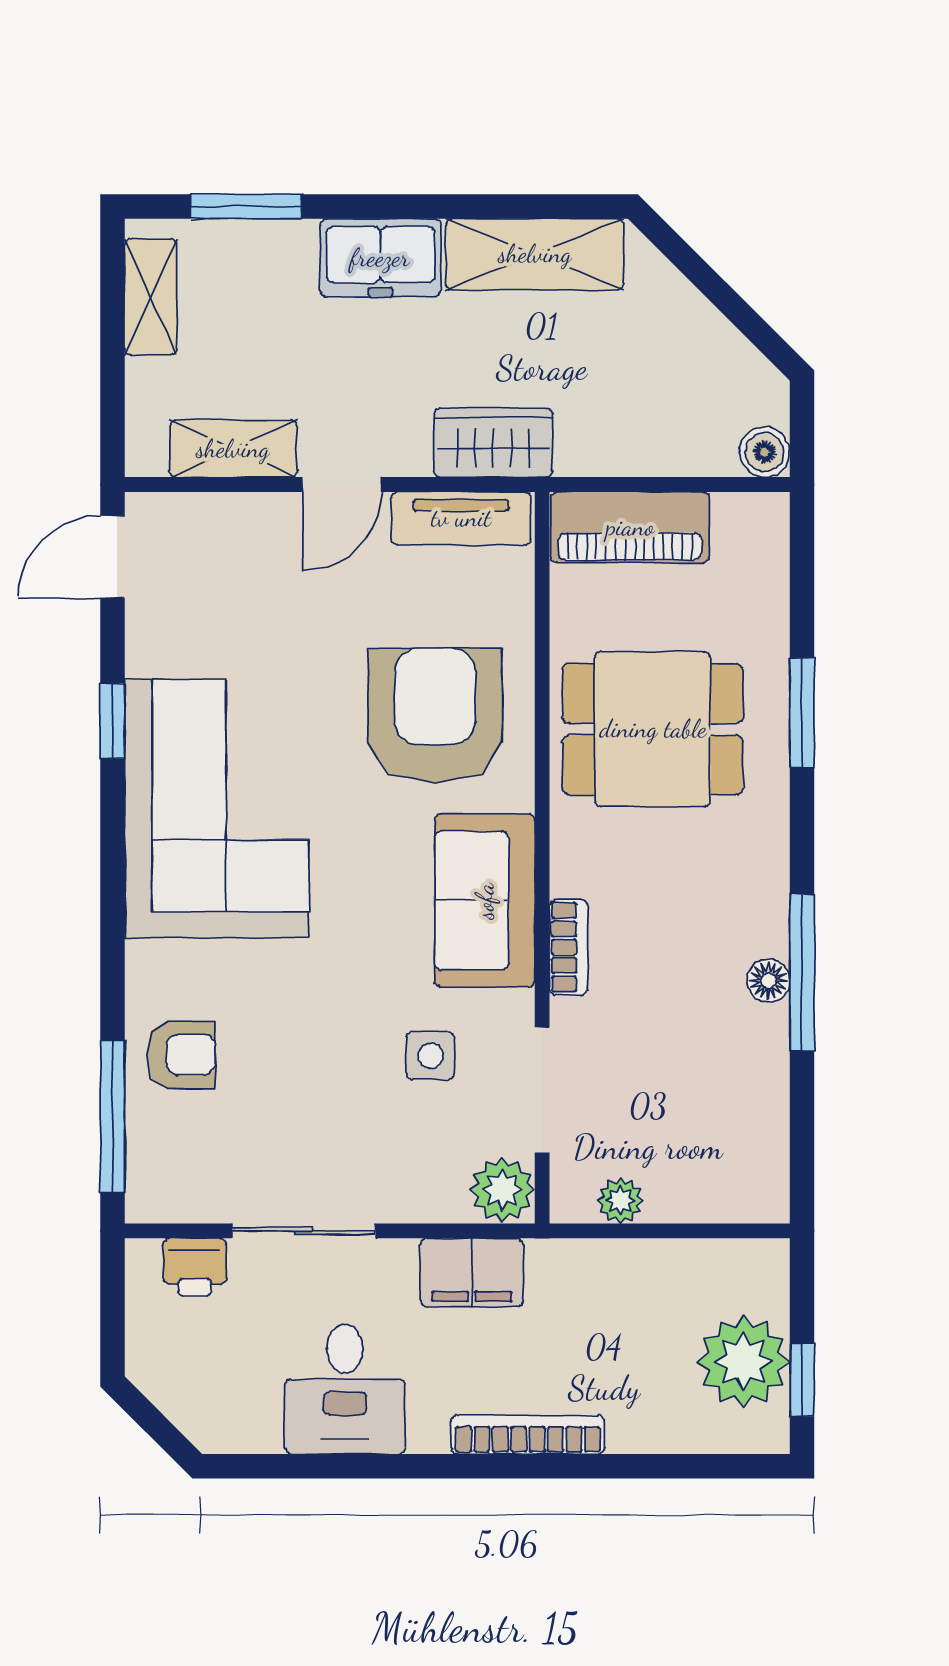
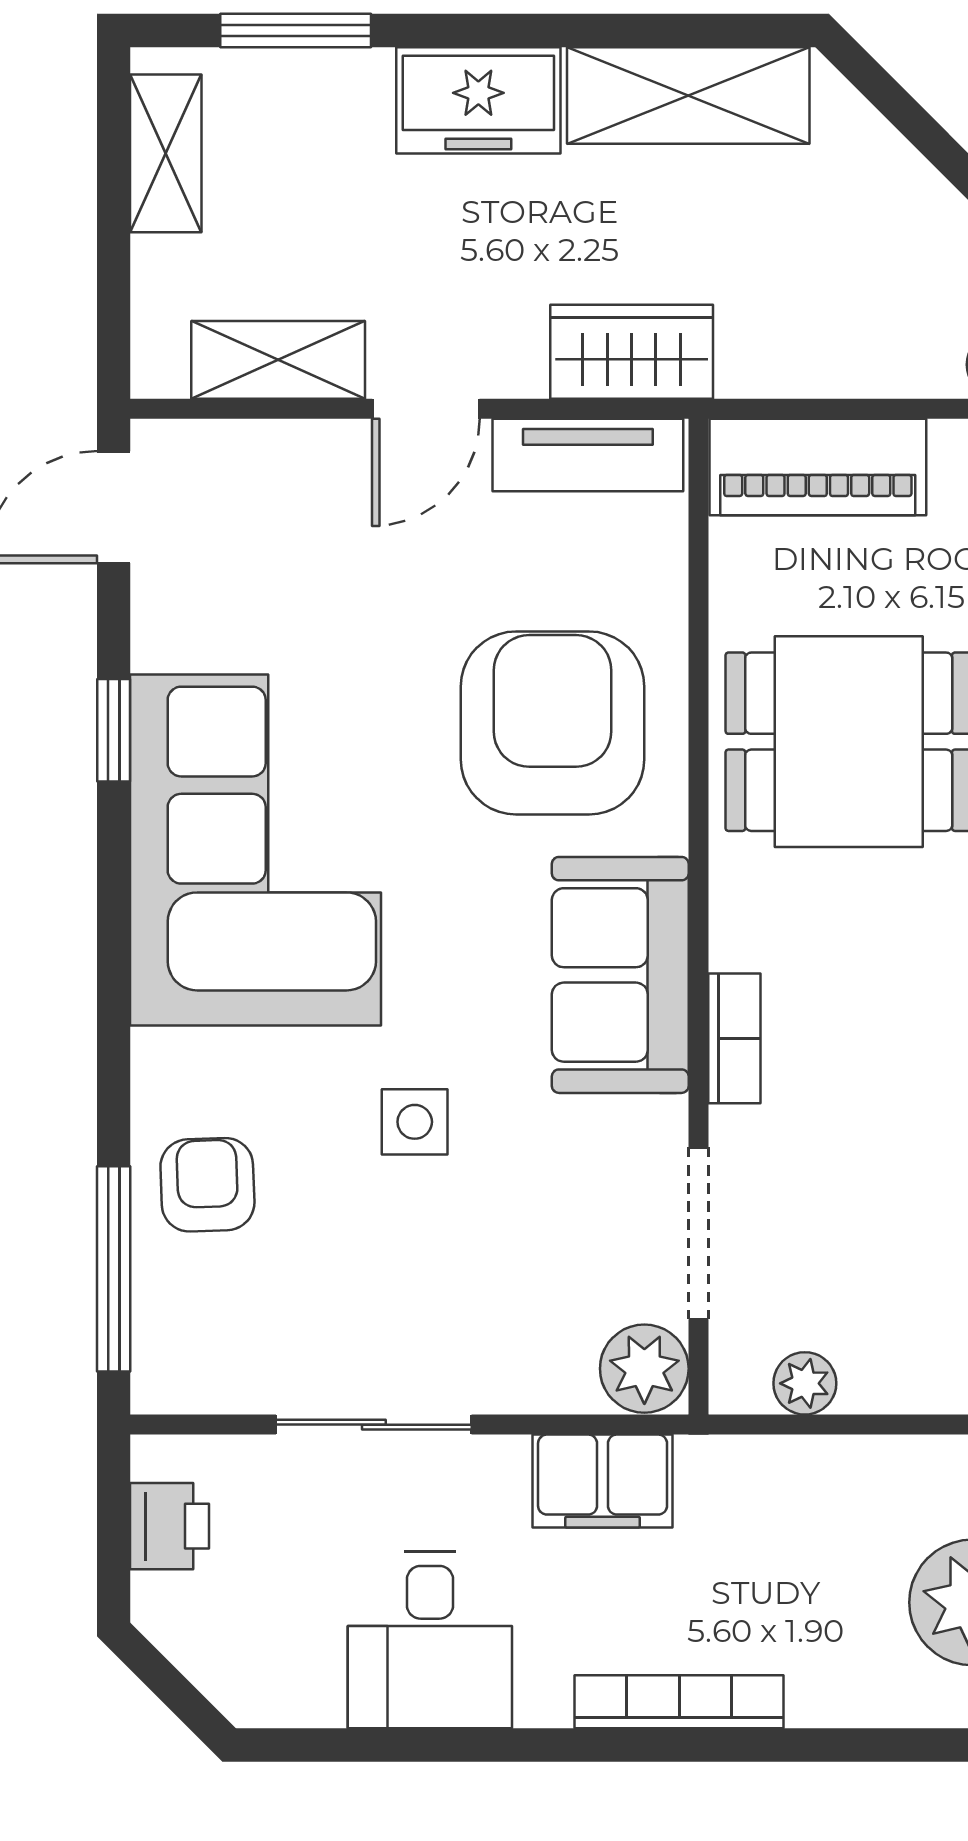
armchair: (181, 1055) -> (207, 1185), turned -92
side table: (430, 1056) -> (415, 1122), moved
printer: (195, 1267) -> (170, 1526), moved, turned -90

